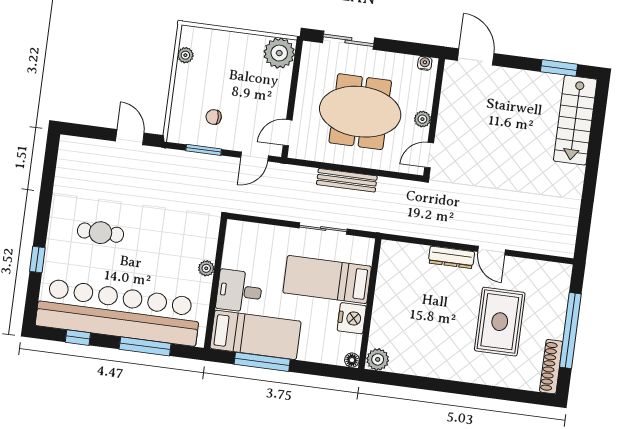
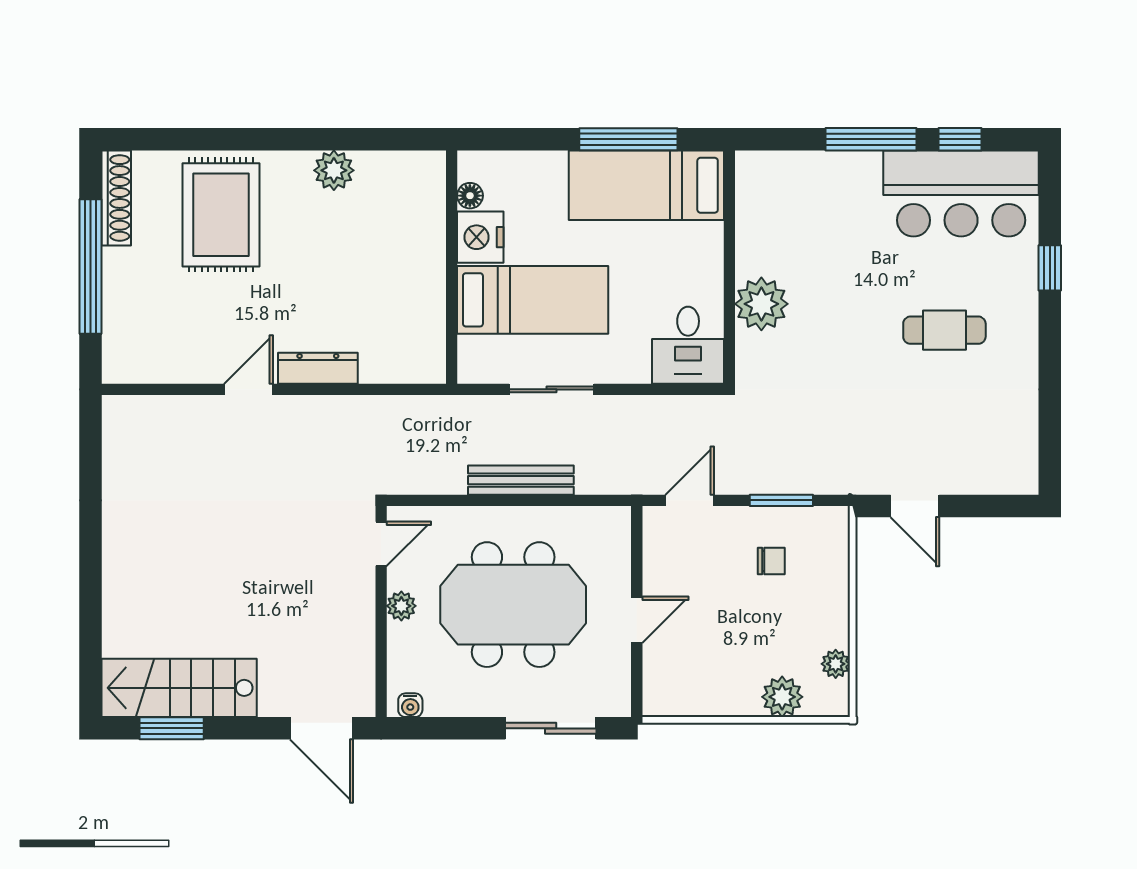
plant: (279, 53) -> (782, 697), moved, width x0.73, depth x0.73
stairs: (575, 120) -> (179, 688), moved, turned -90
door: (288, 133) -> (637, 620), moved
door: (491, 251) -> (249, 389), hinge flipped
plant: (206, 268) -> (761, 304), width x1.87, depth x1.87
desk: (239, 291) -> (688, 345), moved, turned 90
bar counter: (118, 312) -> (961, 194), width x0.54
rug: (500, 322) -> (221, 215), moved
window: (145, 346) -> (871, 139), moved
plant: (378, 359) -> (334, 170), moved
floor lamp: (352, 360) -> (470, 196), moved

